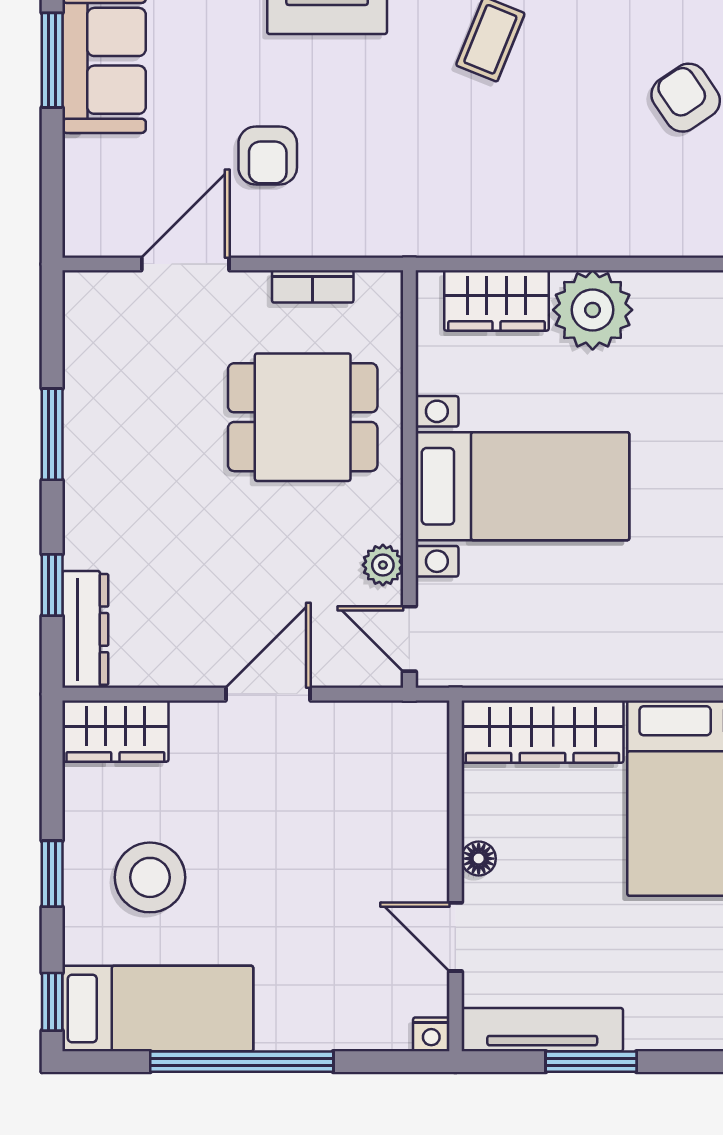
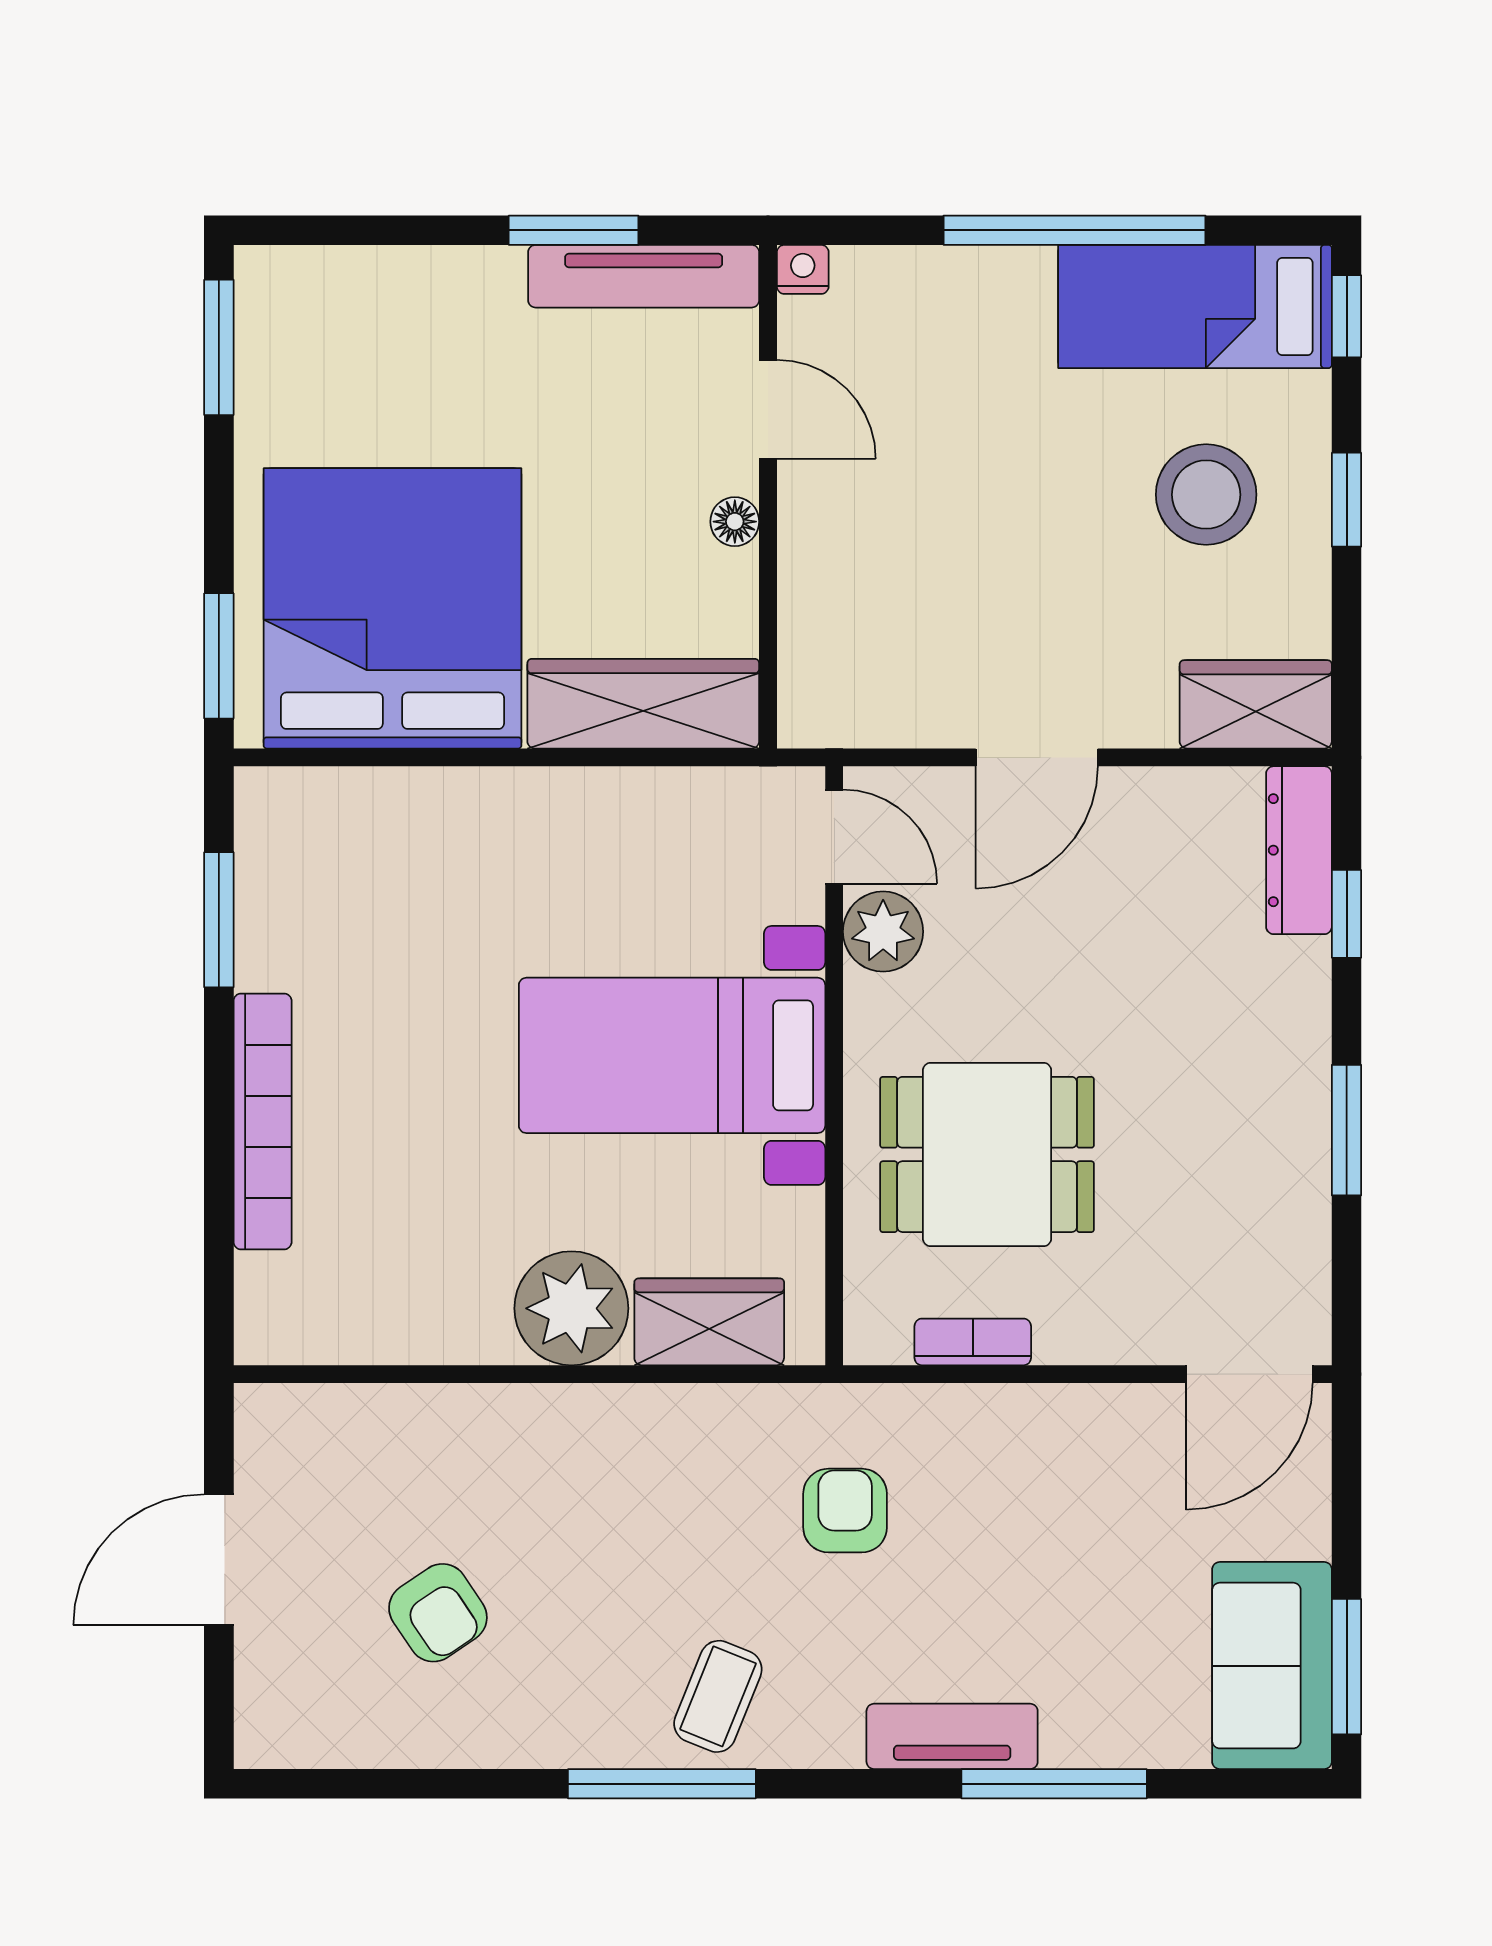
armchair: (268, 155) -> (845, 1511), moved
door: (185, 264) -> (1249, 1374), moved
plant: (383, 565) -> (883, 932), width x1.38, depth x1.38

